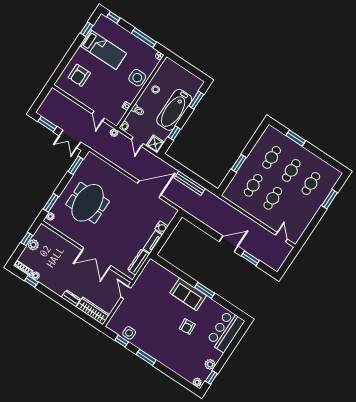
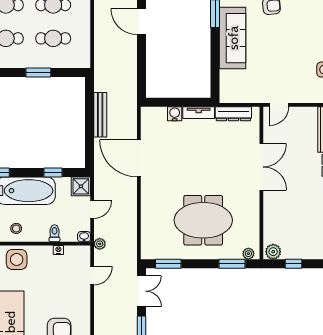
plant: (33, 245) -> (273, 252), moved
sofa: (188, 294) -> (233, 38), width x1.36

